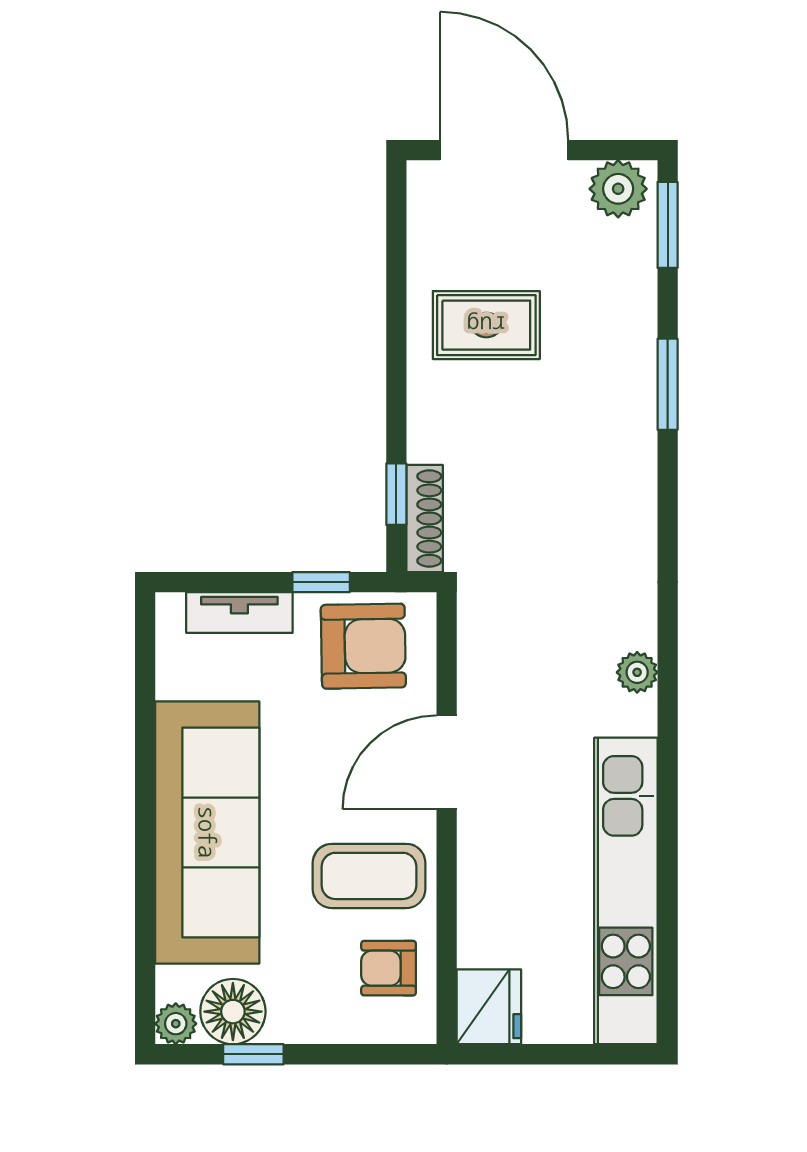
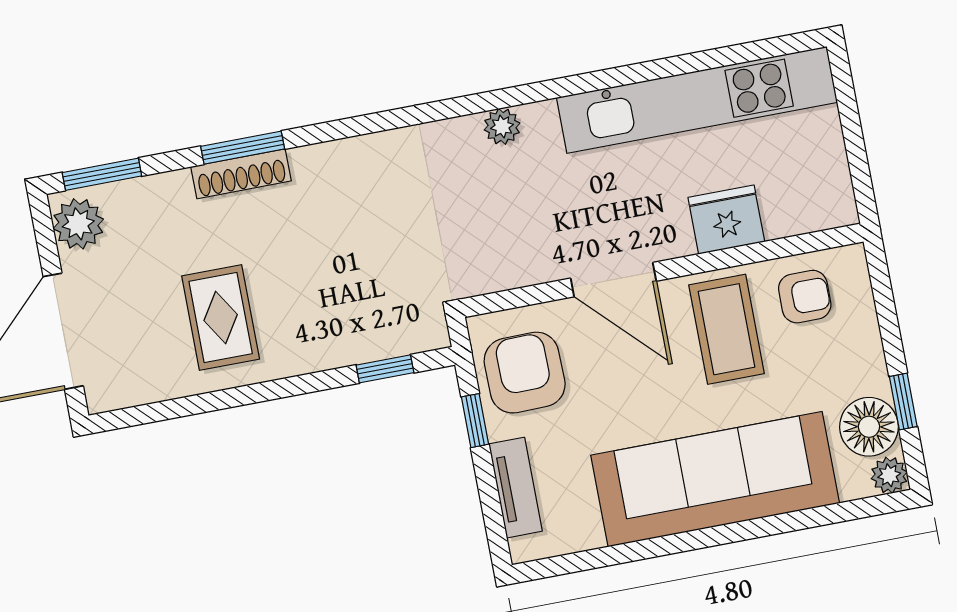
shoe rack: (425, 519) -> (241, 174), moved, turned 180
armchair: (389, 968) -> (805, 297), turned -90
fridge: (489, 1007) -> (726, 220), moved

